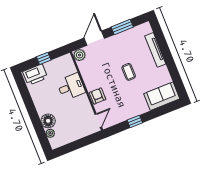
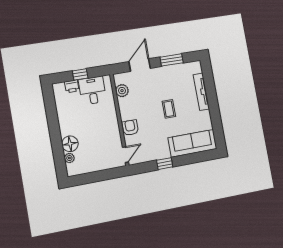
plant: (80, 55) -> (122, 91), moved
printer: (35, 75) -> (72, 86), width x0.53, depth x0.68
desk: (71, 87) -> (92, 90), moved, turned -90
sofa: (162, 96) -> (193, 143), width x1.36

